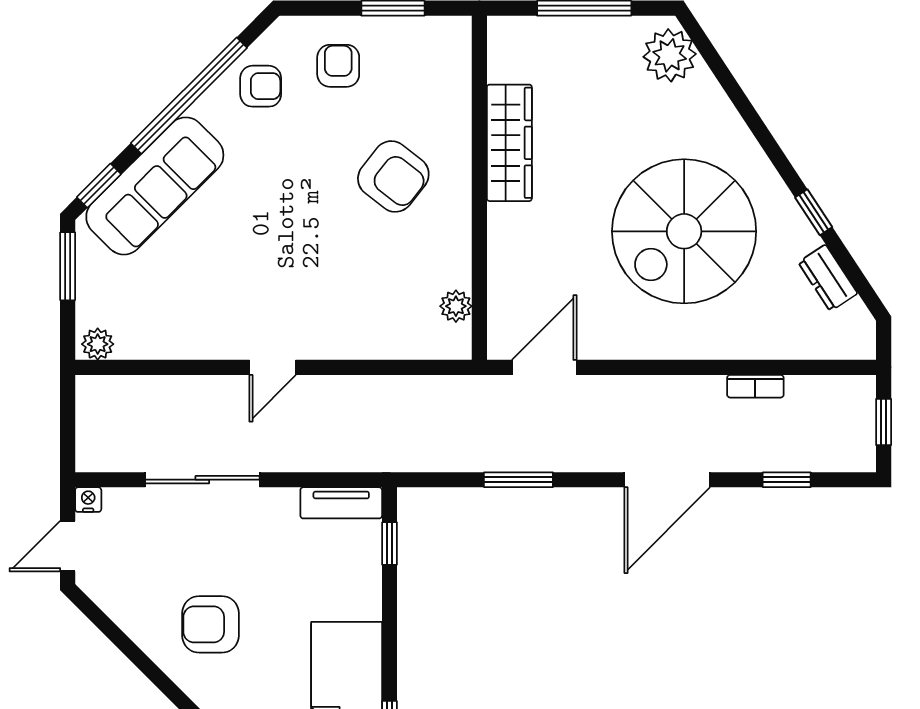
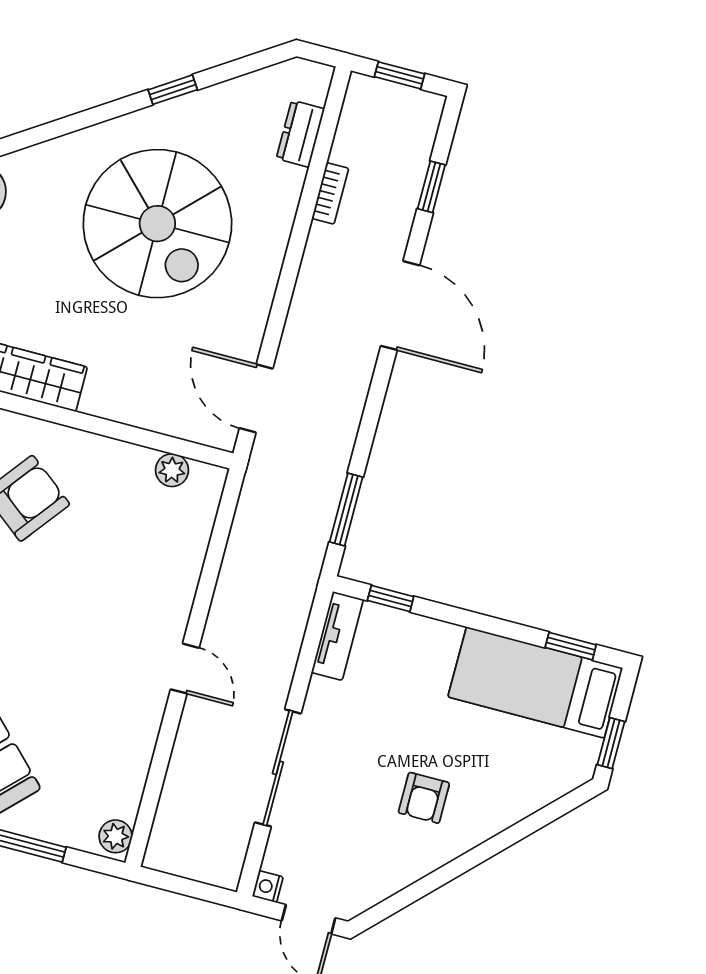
dresser: (828, 278) -> (300, 134), moved, turned 123
window: (518, 480) -> (346, 510), moved
armchair: (210, 624) -> (424, 798), width x0.72, depth x0.72

